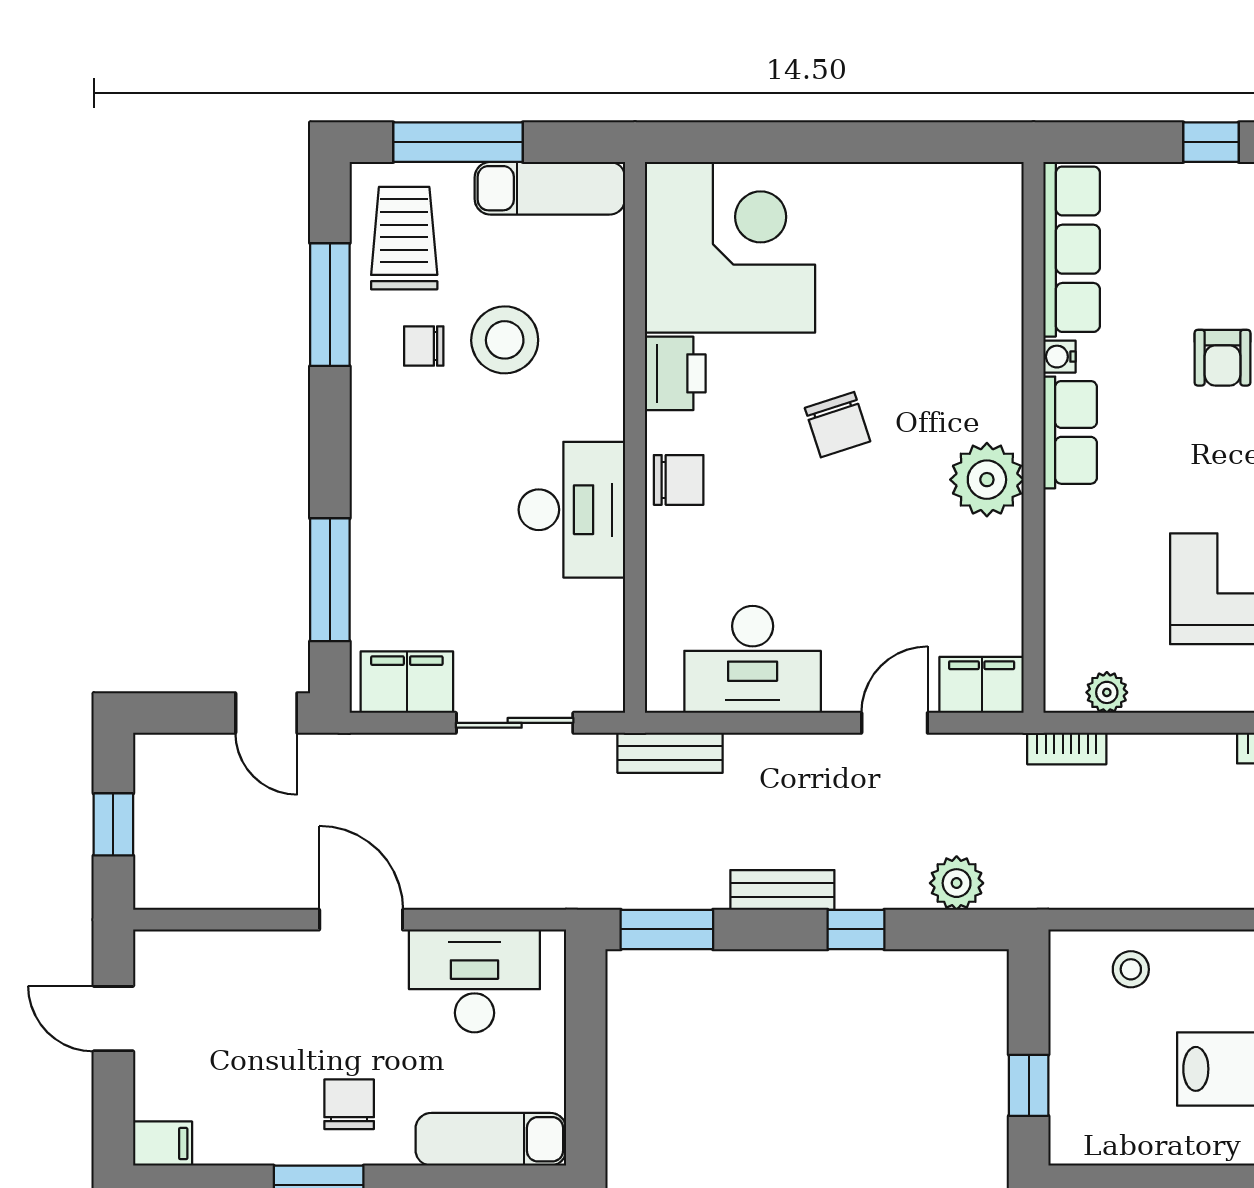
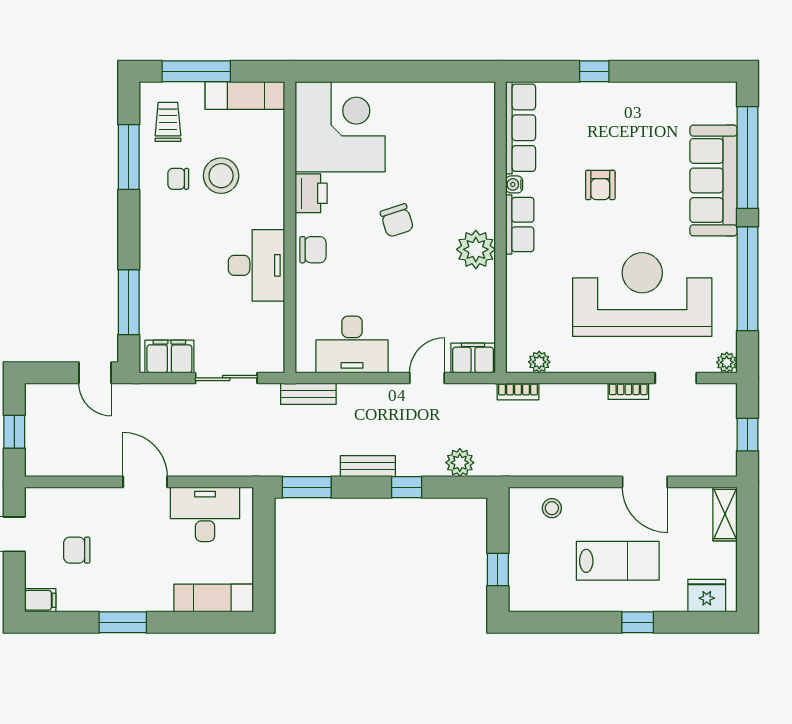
trolley: (404, 238) -> (168, 122), width x0.73, depth x0.72
chair: (349, 1104) -> (77, 550), moved, turned -90

